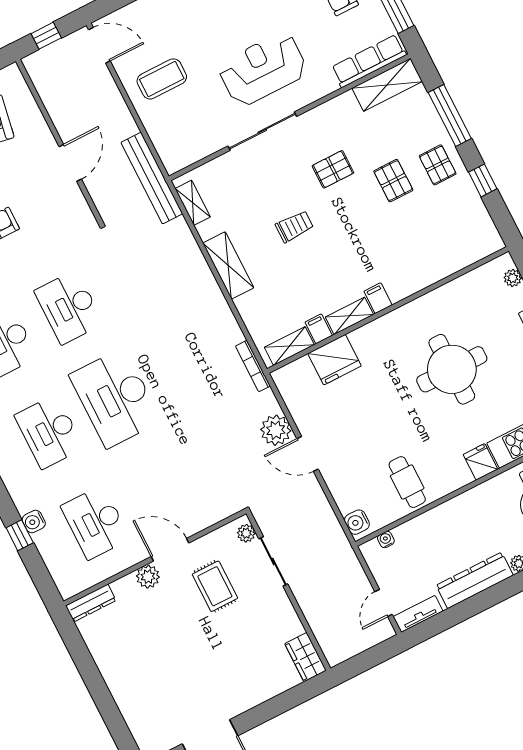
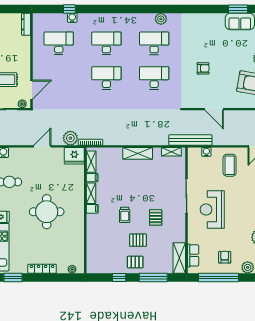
row of seats: (369, 61) -> (193, 255), width x0.68
reception desk: (263, 69) -> (212, 209), turned 180
water cooler: (159, 136) -> (206, 152), added
trolley: (294, 226) -> (125, 215), moved
fridge: (334, 360) -> (74, 156), moved, turned -90
round table: (452, 369) -> (47, 212), moved
desk: (115, 398) -> (106, 78), width x0.73, depth x0.77
plant: (276, 430) -> (70, 138), moved
door: (170, 550) -> (32, 90), moved
plant: (148, 577) -> (25, 54), removed

